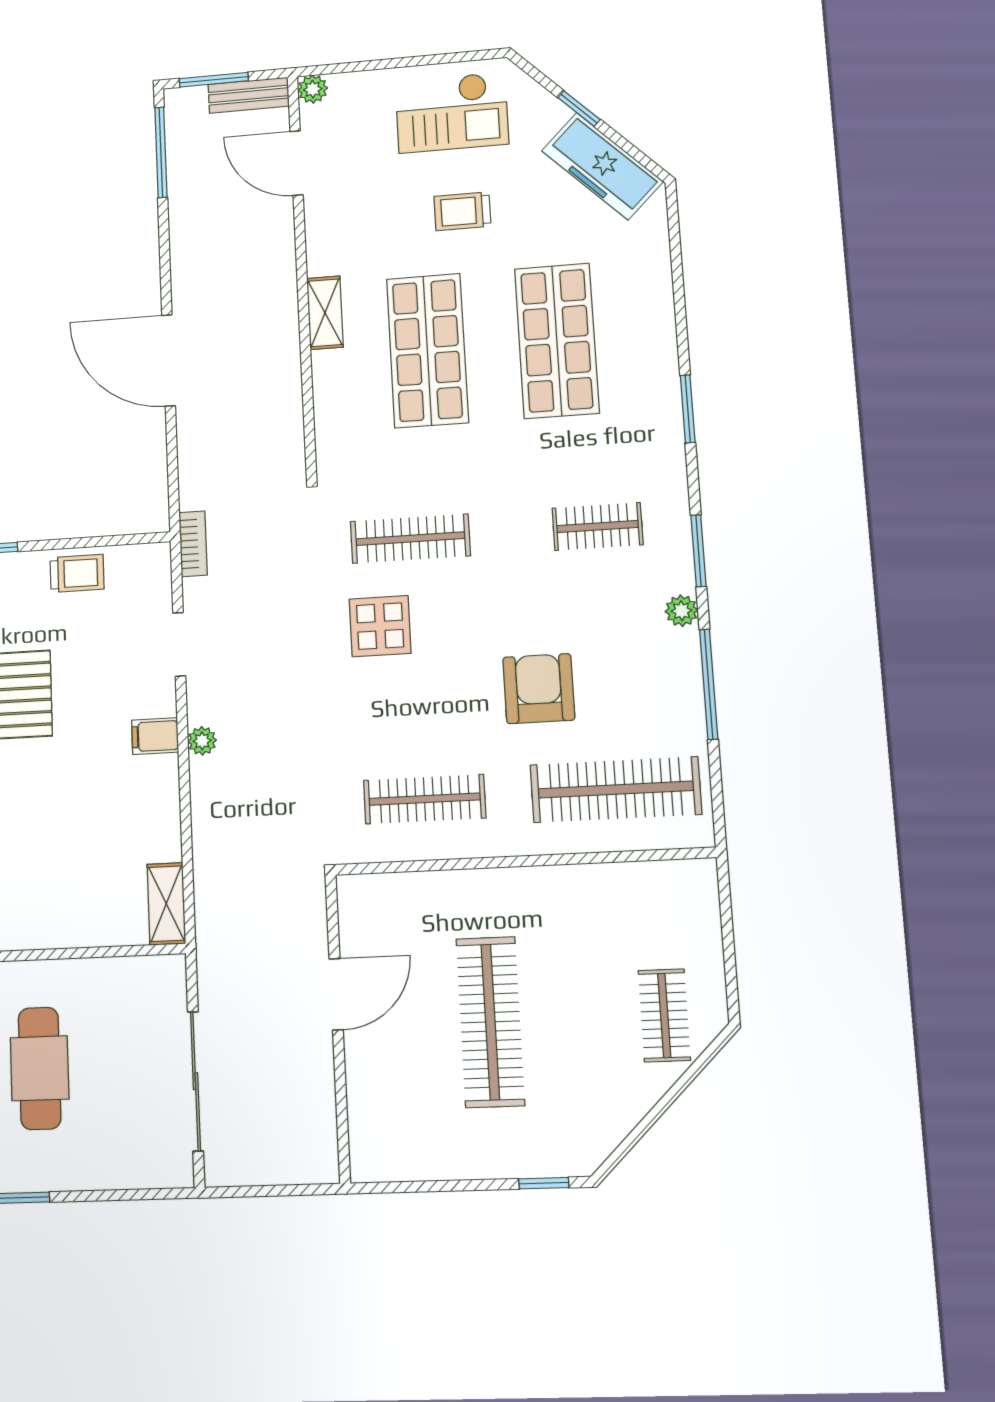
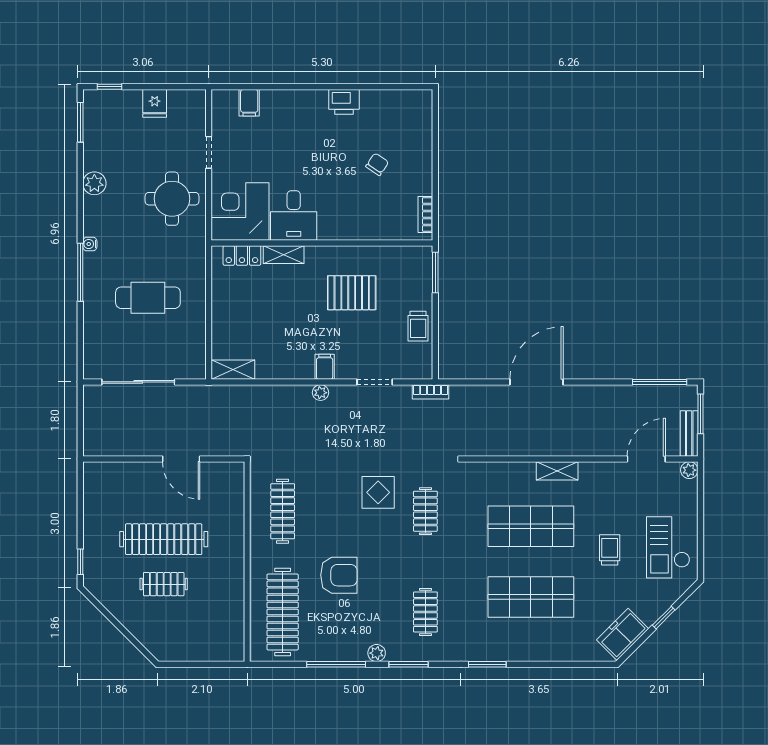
freezer: (602, 166) -> (623, 634), width x0.71
clothes rail: (410, 539) -> (425, 511), width x0.73
clothes rail: (664, 1015) -> (164, 584), moved

